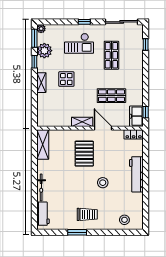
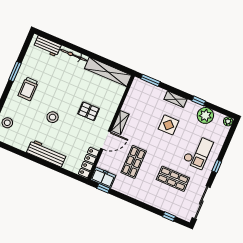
window: (34, 38) -> (150, 80), moved
checkout: (79, 43) -> (198, 152), turned 180
locker: (134, 134) -> (89, 162), width x1.53
shelving: (43, 145) -> (108, 72), width x1.47
pallet: (84, 154) -> (89, 111), width x0.67, depth x0.71

